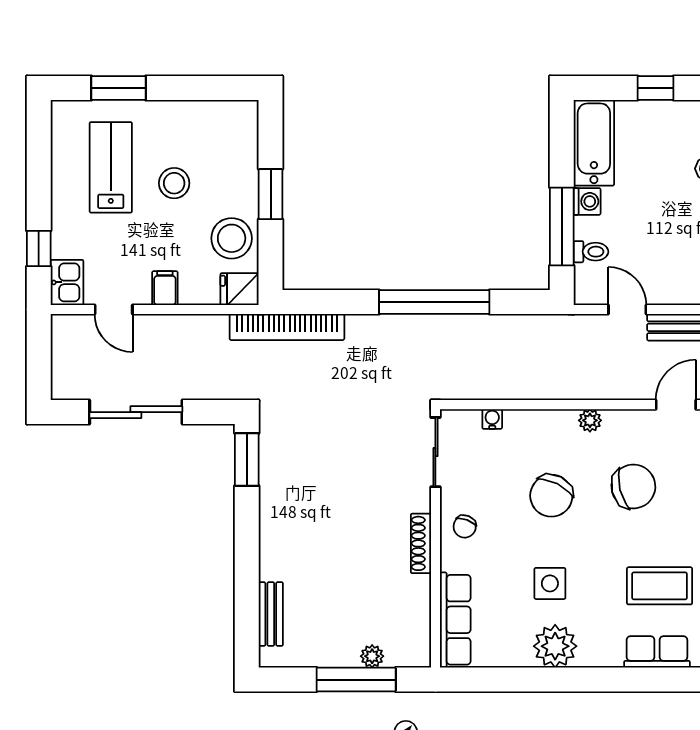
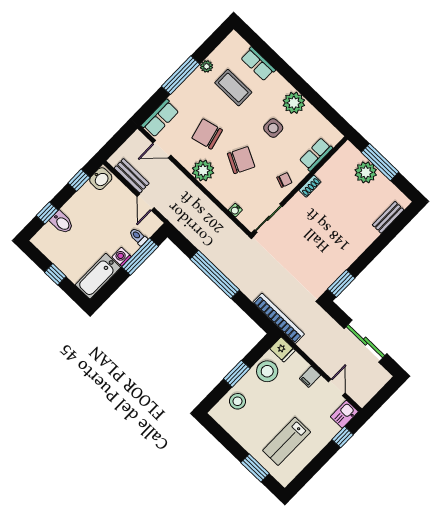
stool: (174, 183) -> (237, 401), moved
plant: (590, 420) -> (203, 171), width x1.88, depth x1.88
shoe rack: (421, 543) -> (310, 186), width x0.70
row of seats: (455, 620) -> (316, 154), width x0.68
plant: (372, 656) -> (366, 172), width x1.88, depth x1.88

